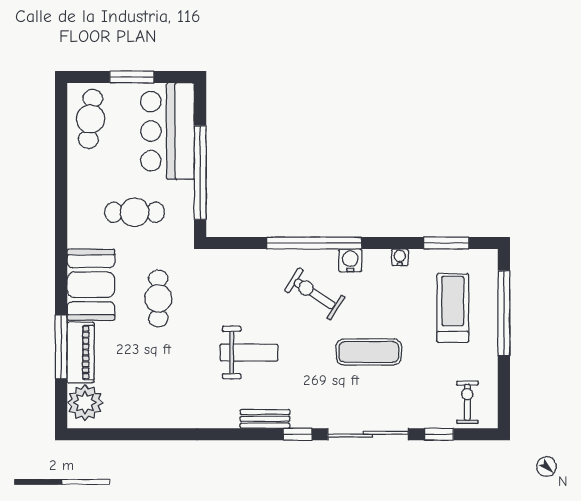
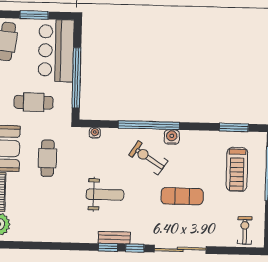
water cooler: (400, 257) -> (95, 133), moved
treadmill: (453, 308) -> (237, 169), turned 180
window: (439, 434) -> (108, 247), moved

